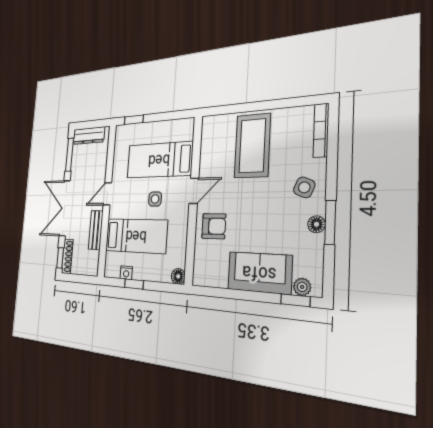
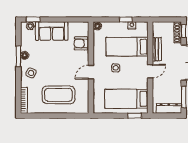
coffee table: (252, 146) -> (59, 95), turned 90
bed: (159, 160) -> (126, 99), moved, turned 180
armchair: (214, 226) -> (81, 43), moved

